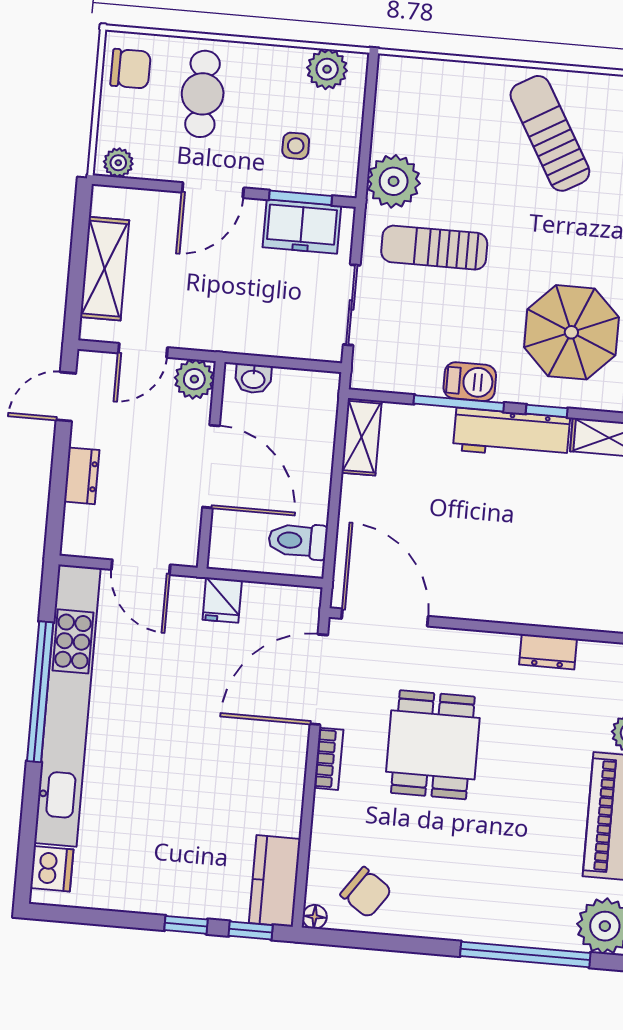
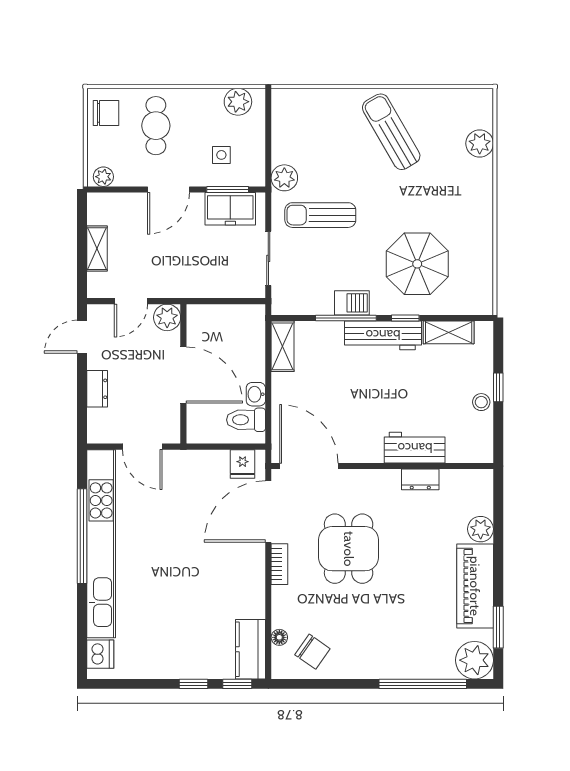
plant: (394, 181) -> (284, 178), width x0.73, depth x0.73
shelving: (105, 269) -> (97, 249), width x0.67, depth x0.75
washbasin: (253, 379) -> (256, 394), moved, turned 90
fridge: (222, 600) -> (243, 464), moved
workbench: (544, 604) -> (415, 448), added
floor lamp: (315, 917) -> (279, 637), moved

